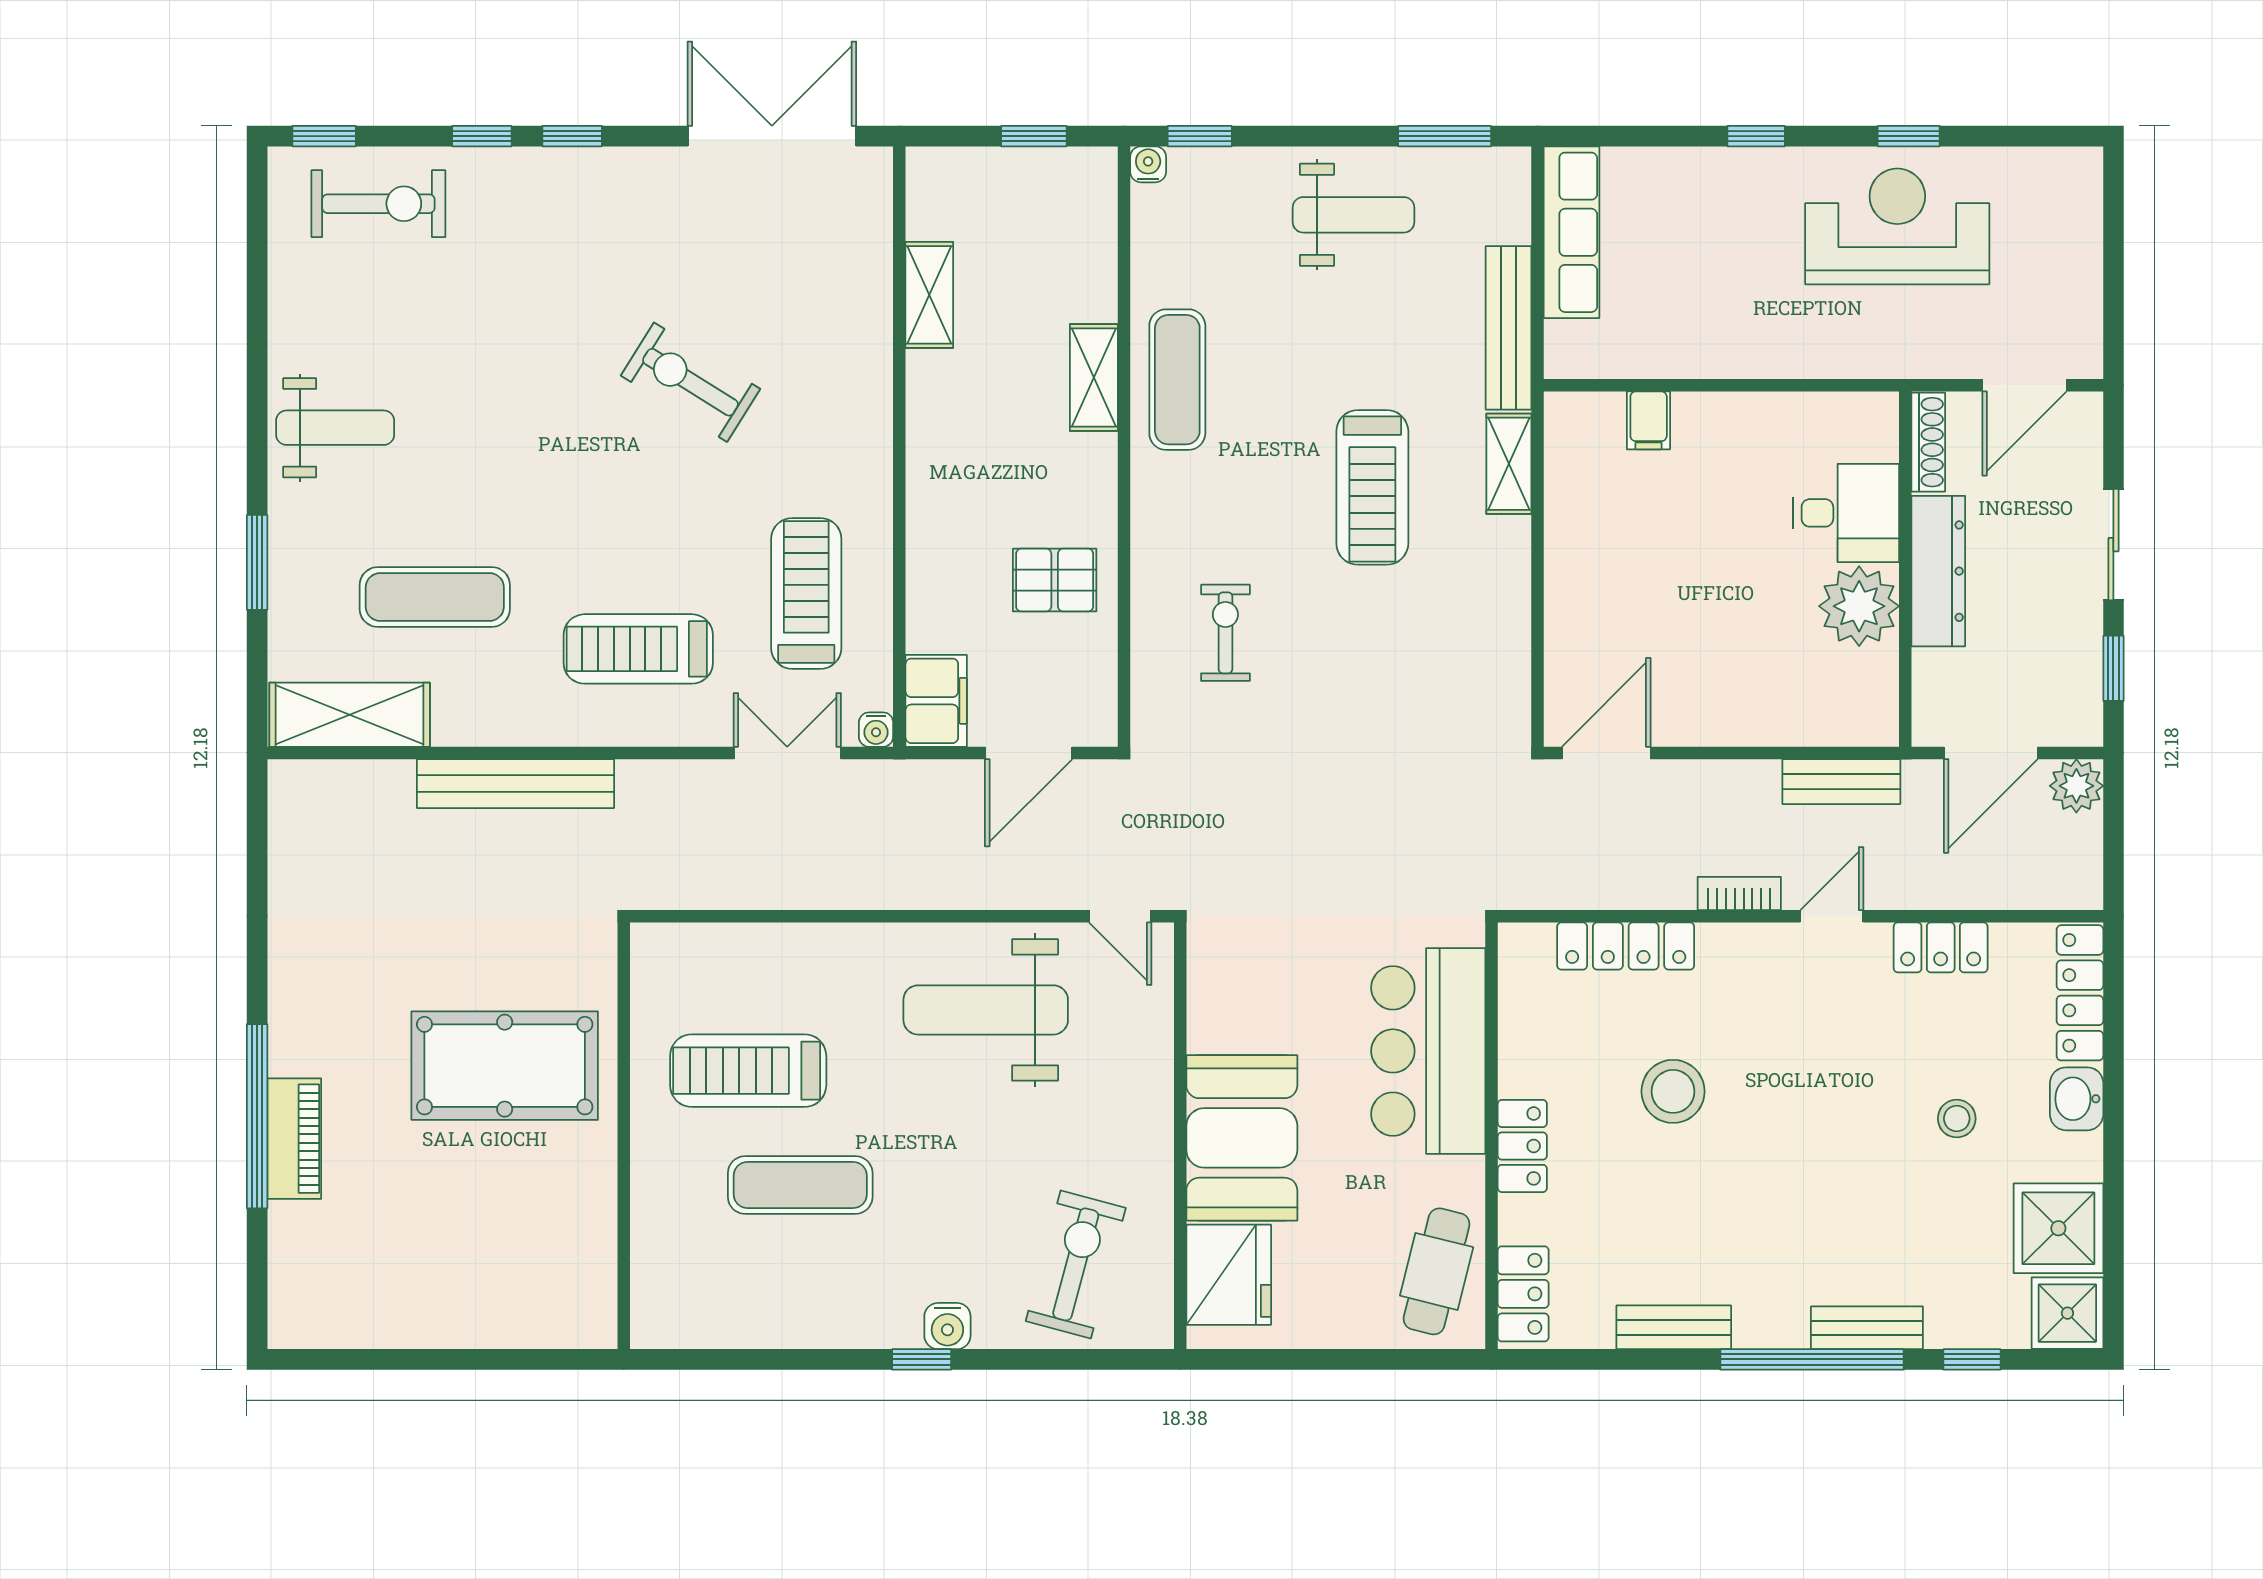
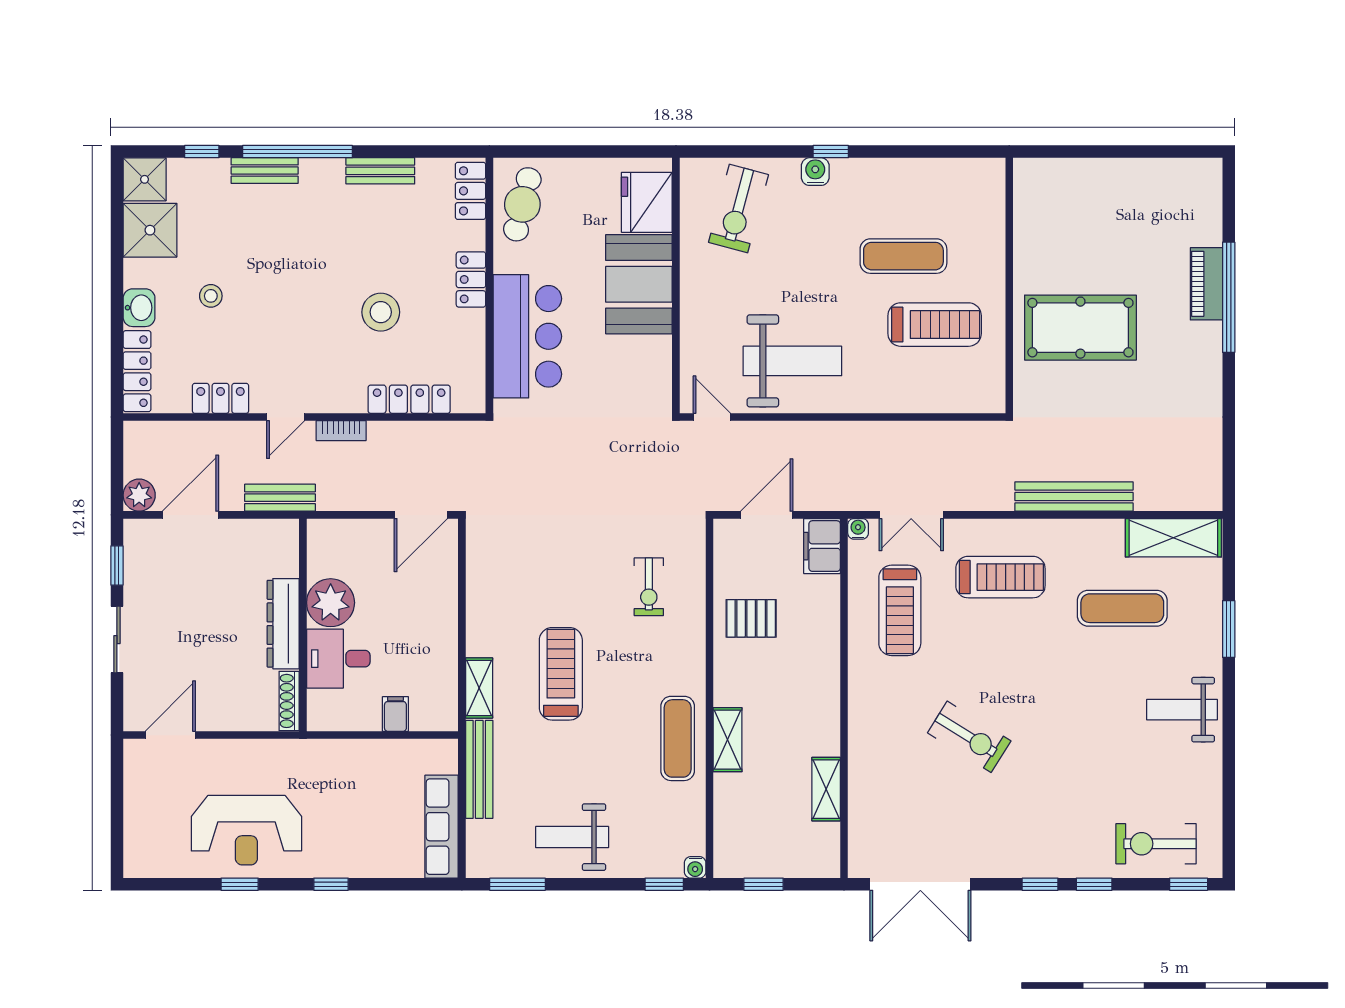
shoe rack: (1928, 442) -> (289, 701), moved
desk: (1846, 513) -> (338, 659), moved
wall: (1905, 569) -> (303, 625), moved
dresser: (1938, 571) -> (283, 624), moved
plant: (1859, 606) -> (331, 603), moved

